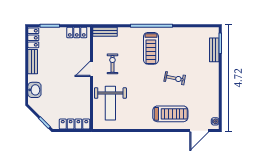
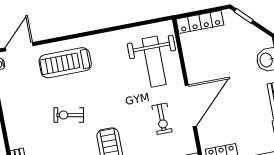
door: (92, 69) -> (191, 106), width x1.88
weight bench: (110, 103) -> (154, 62), turned 180

